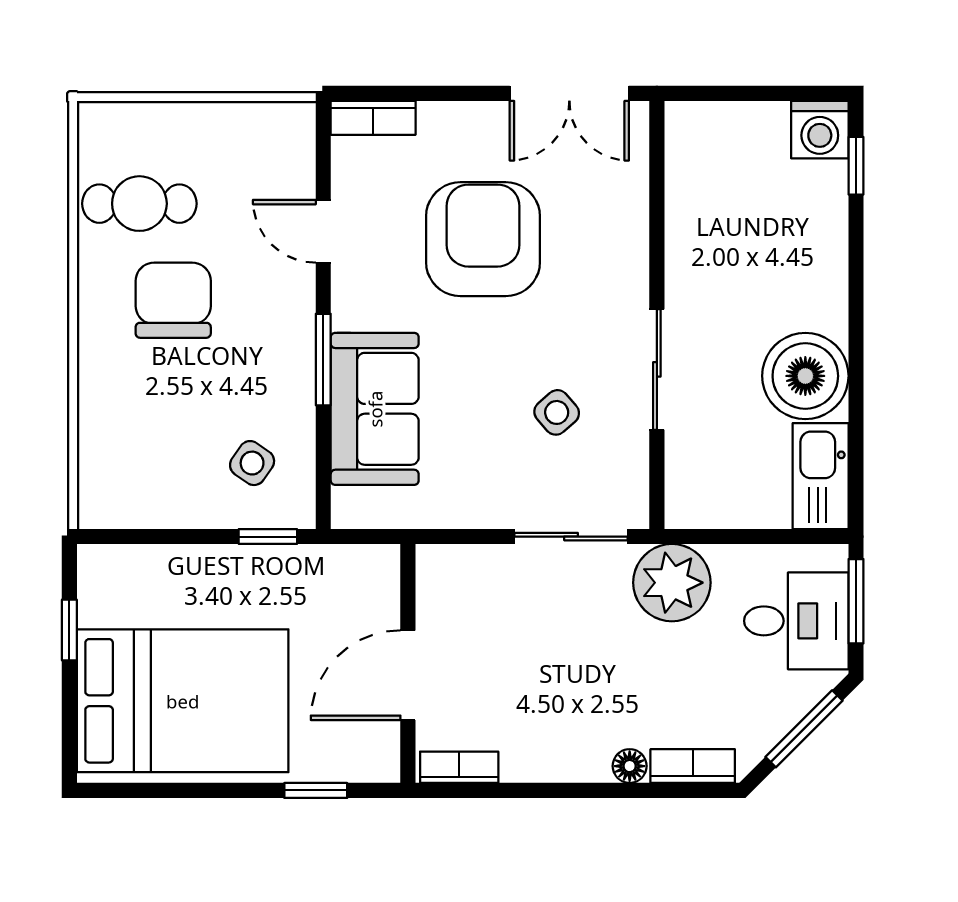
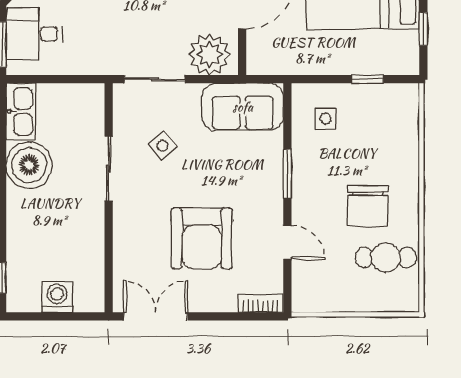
washing machine: (820, 130) -> (57, 297), moved
sofa: (375, 409) -> (243, 107), moved, turned -90
side table: (252, 463) -> (325, 118), turned -35
window: (268, 537) -> (367, 79), moved
plant: (672, 583) -> (209, 54), moved

